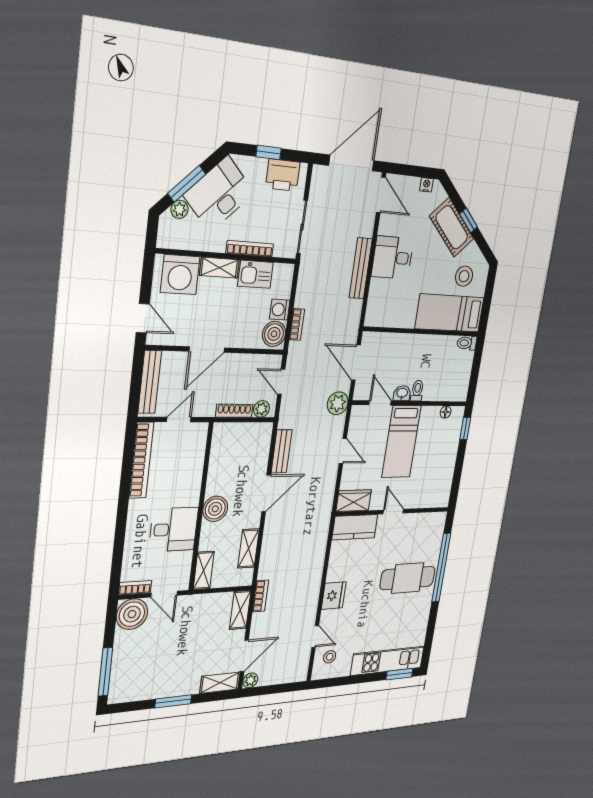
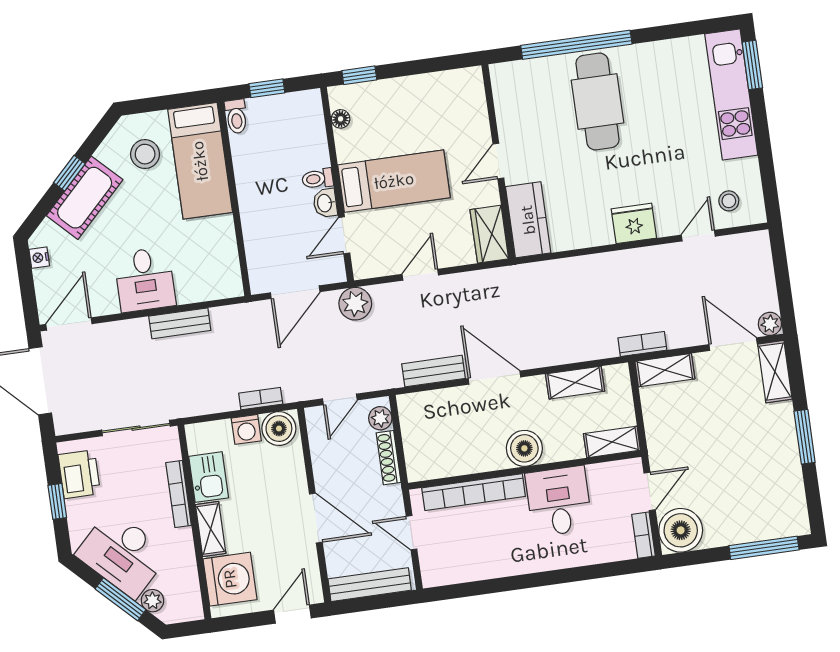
bench: (361, 268) -> (180, 323), width x0.73
window: (476, 367) -> (267, 88), added
bookcase: (141, 460) -> (474, 492), moved, turned 180

